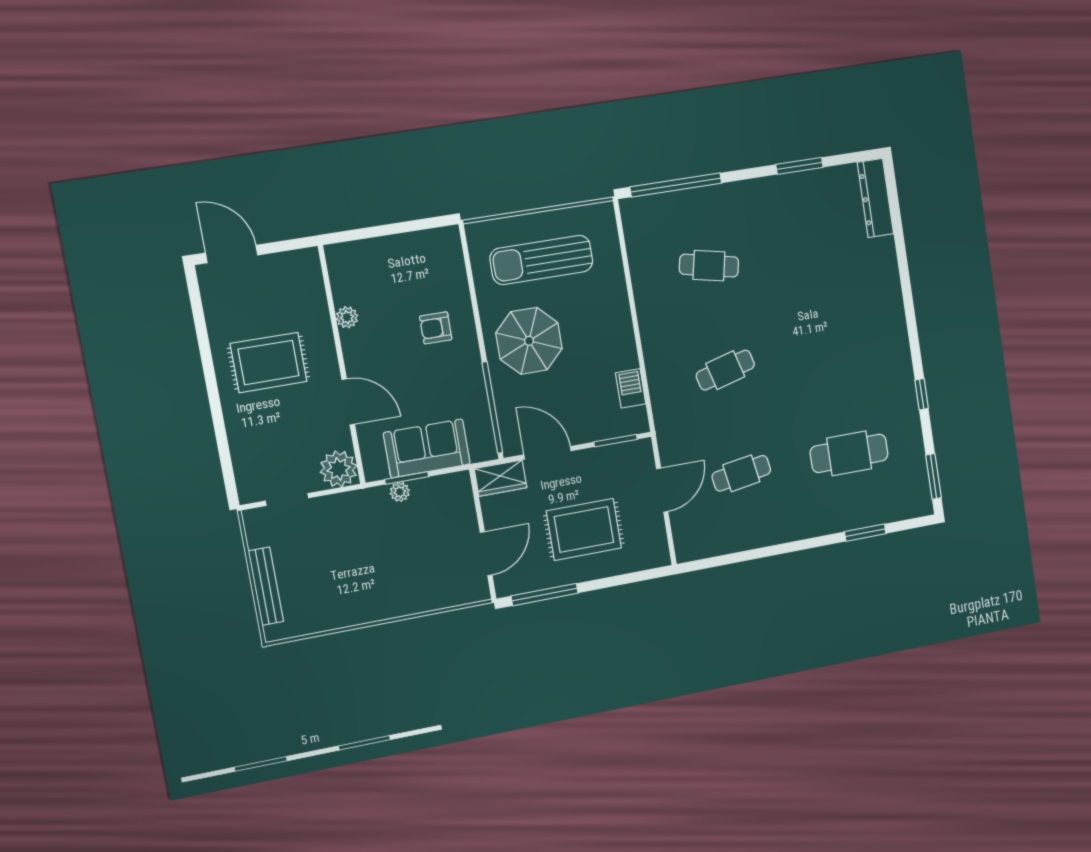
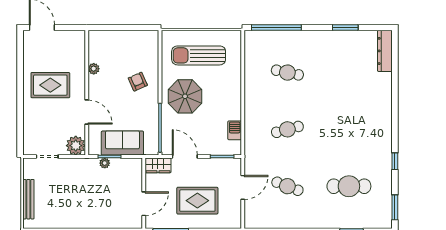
armchair: (436, 328) -> (138, 82), turned 66
cafe table: (741, 473) -> (287, 186), turned 30

